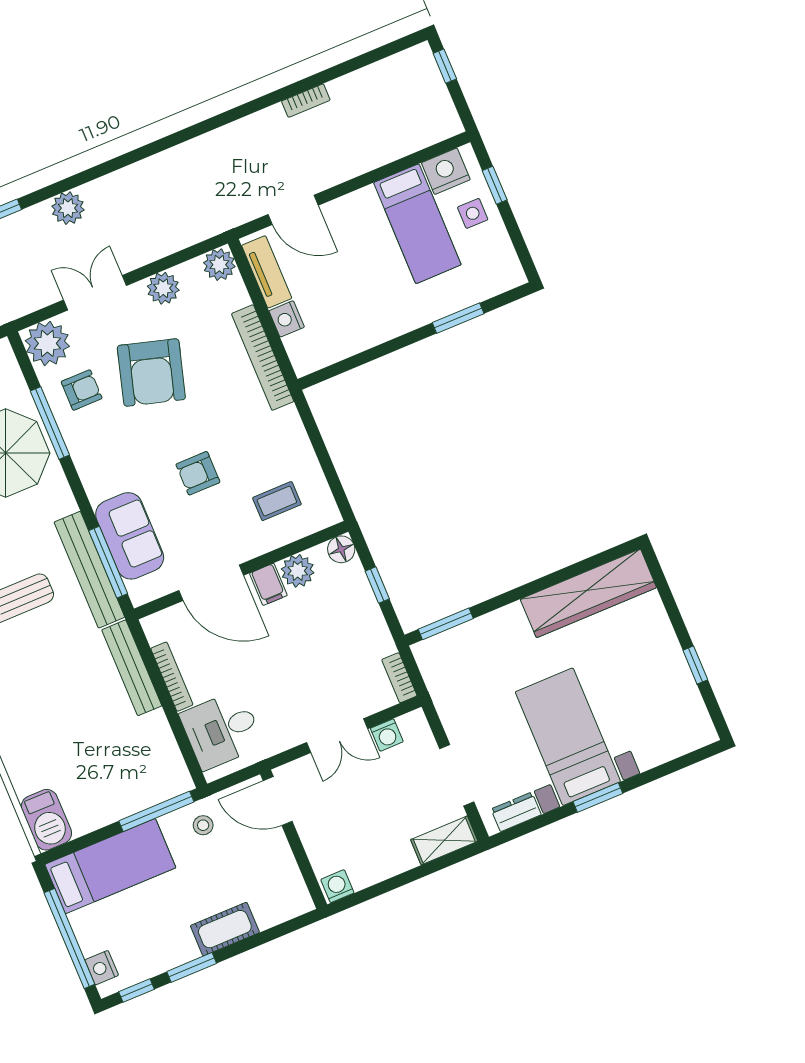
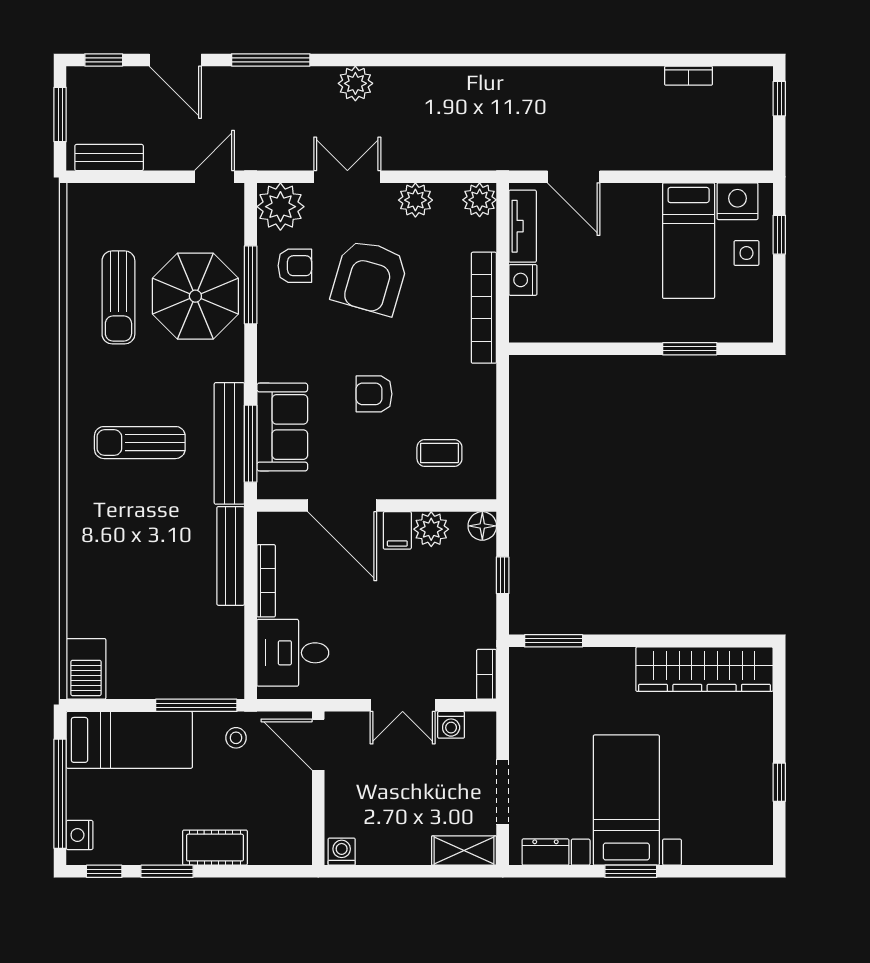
bookcase: (306, 101) -> (688, 76), moved

